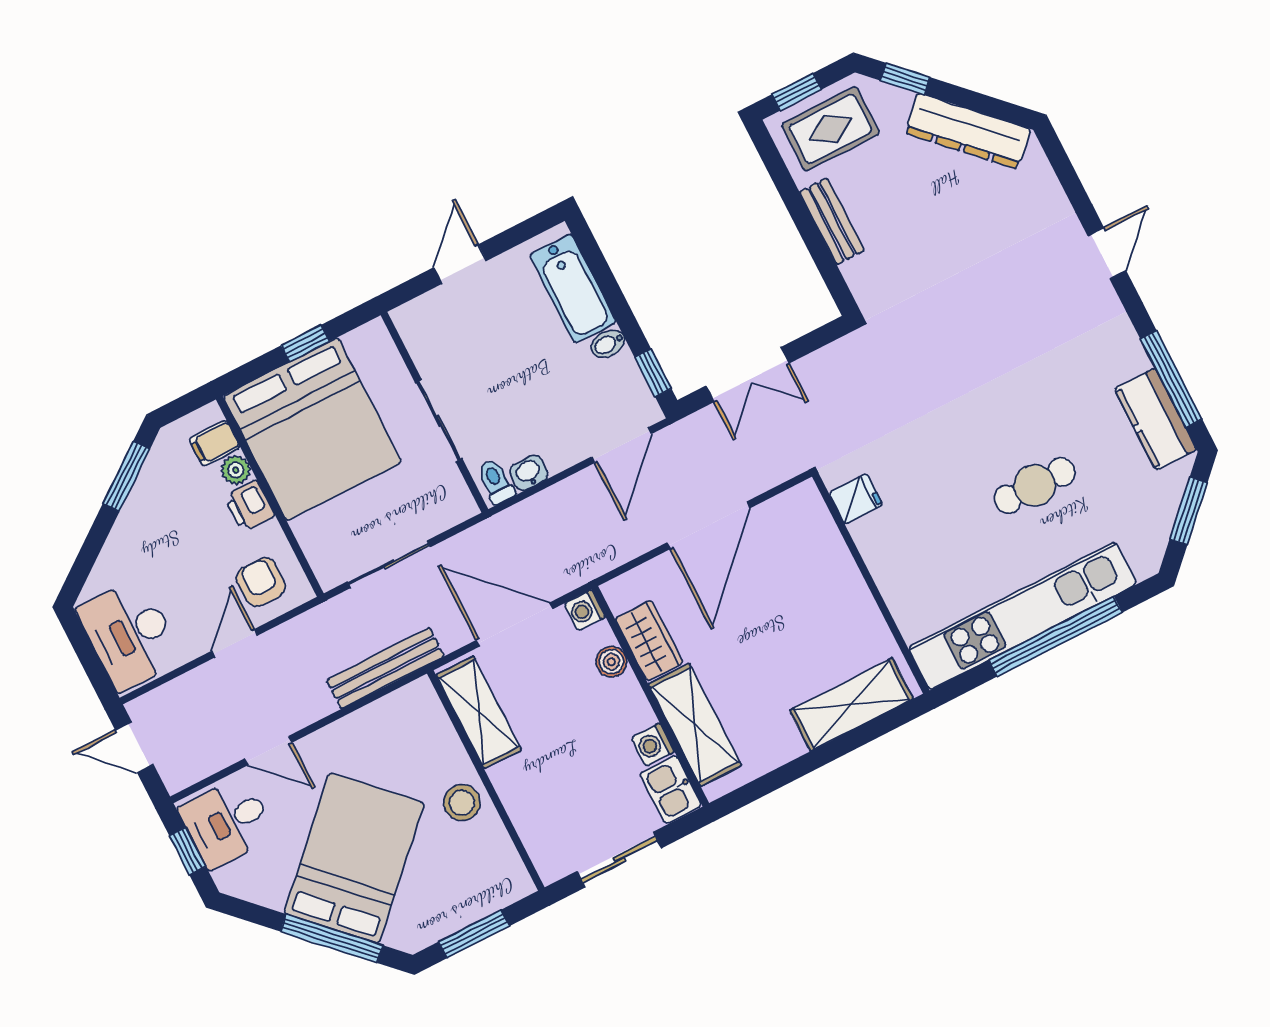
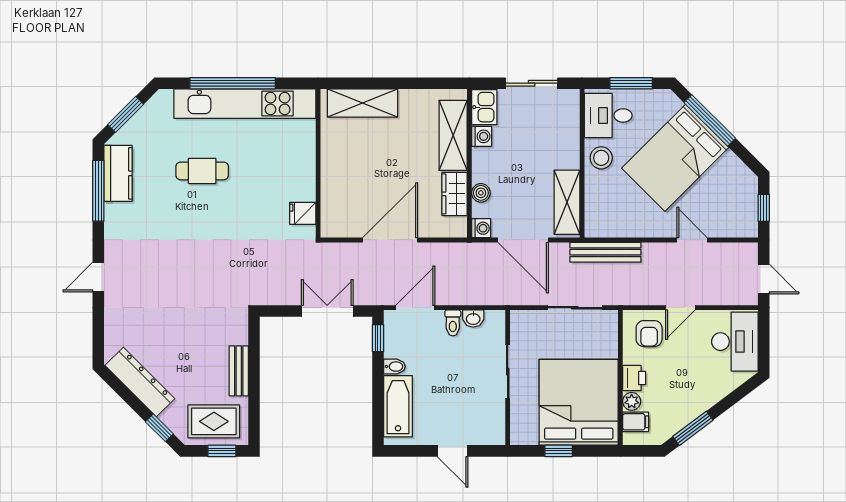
door: (460, 264) -> (453, 451), hinge flipped
toilet: (496, 481) -> (453, 323), moved
desk: (227, 822) -> (608, 115), moved, turned 180

